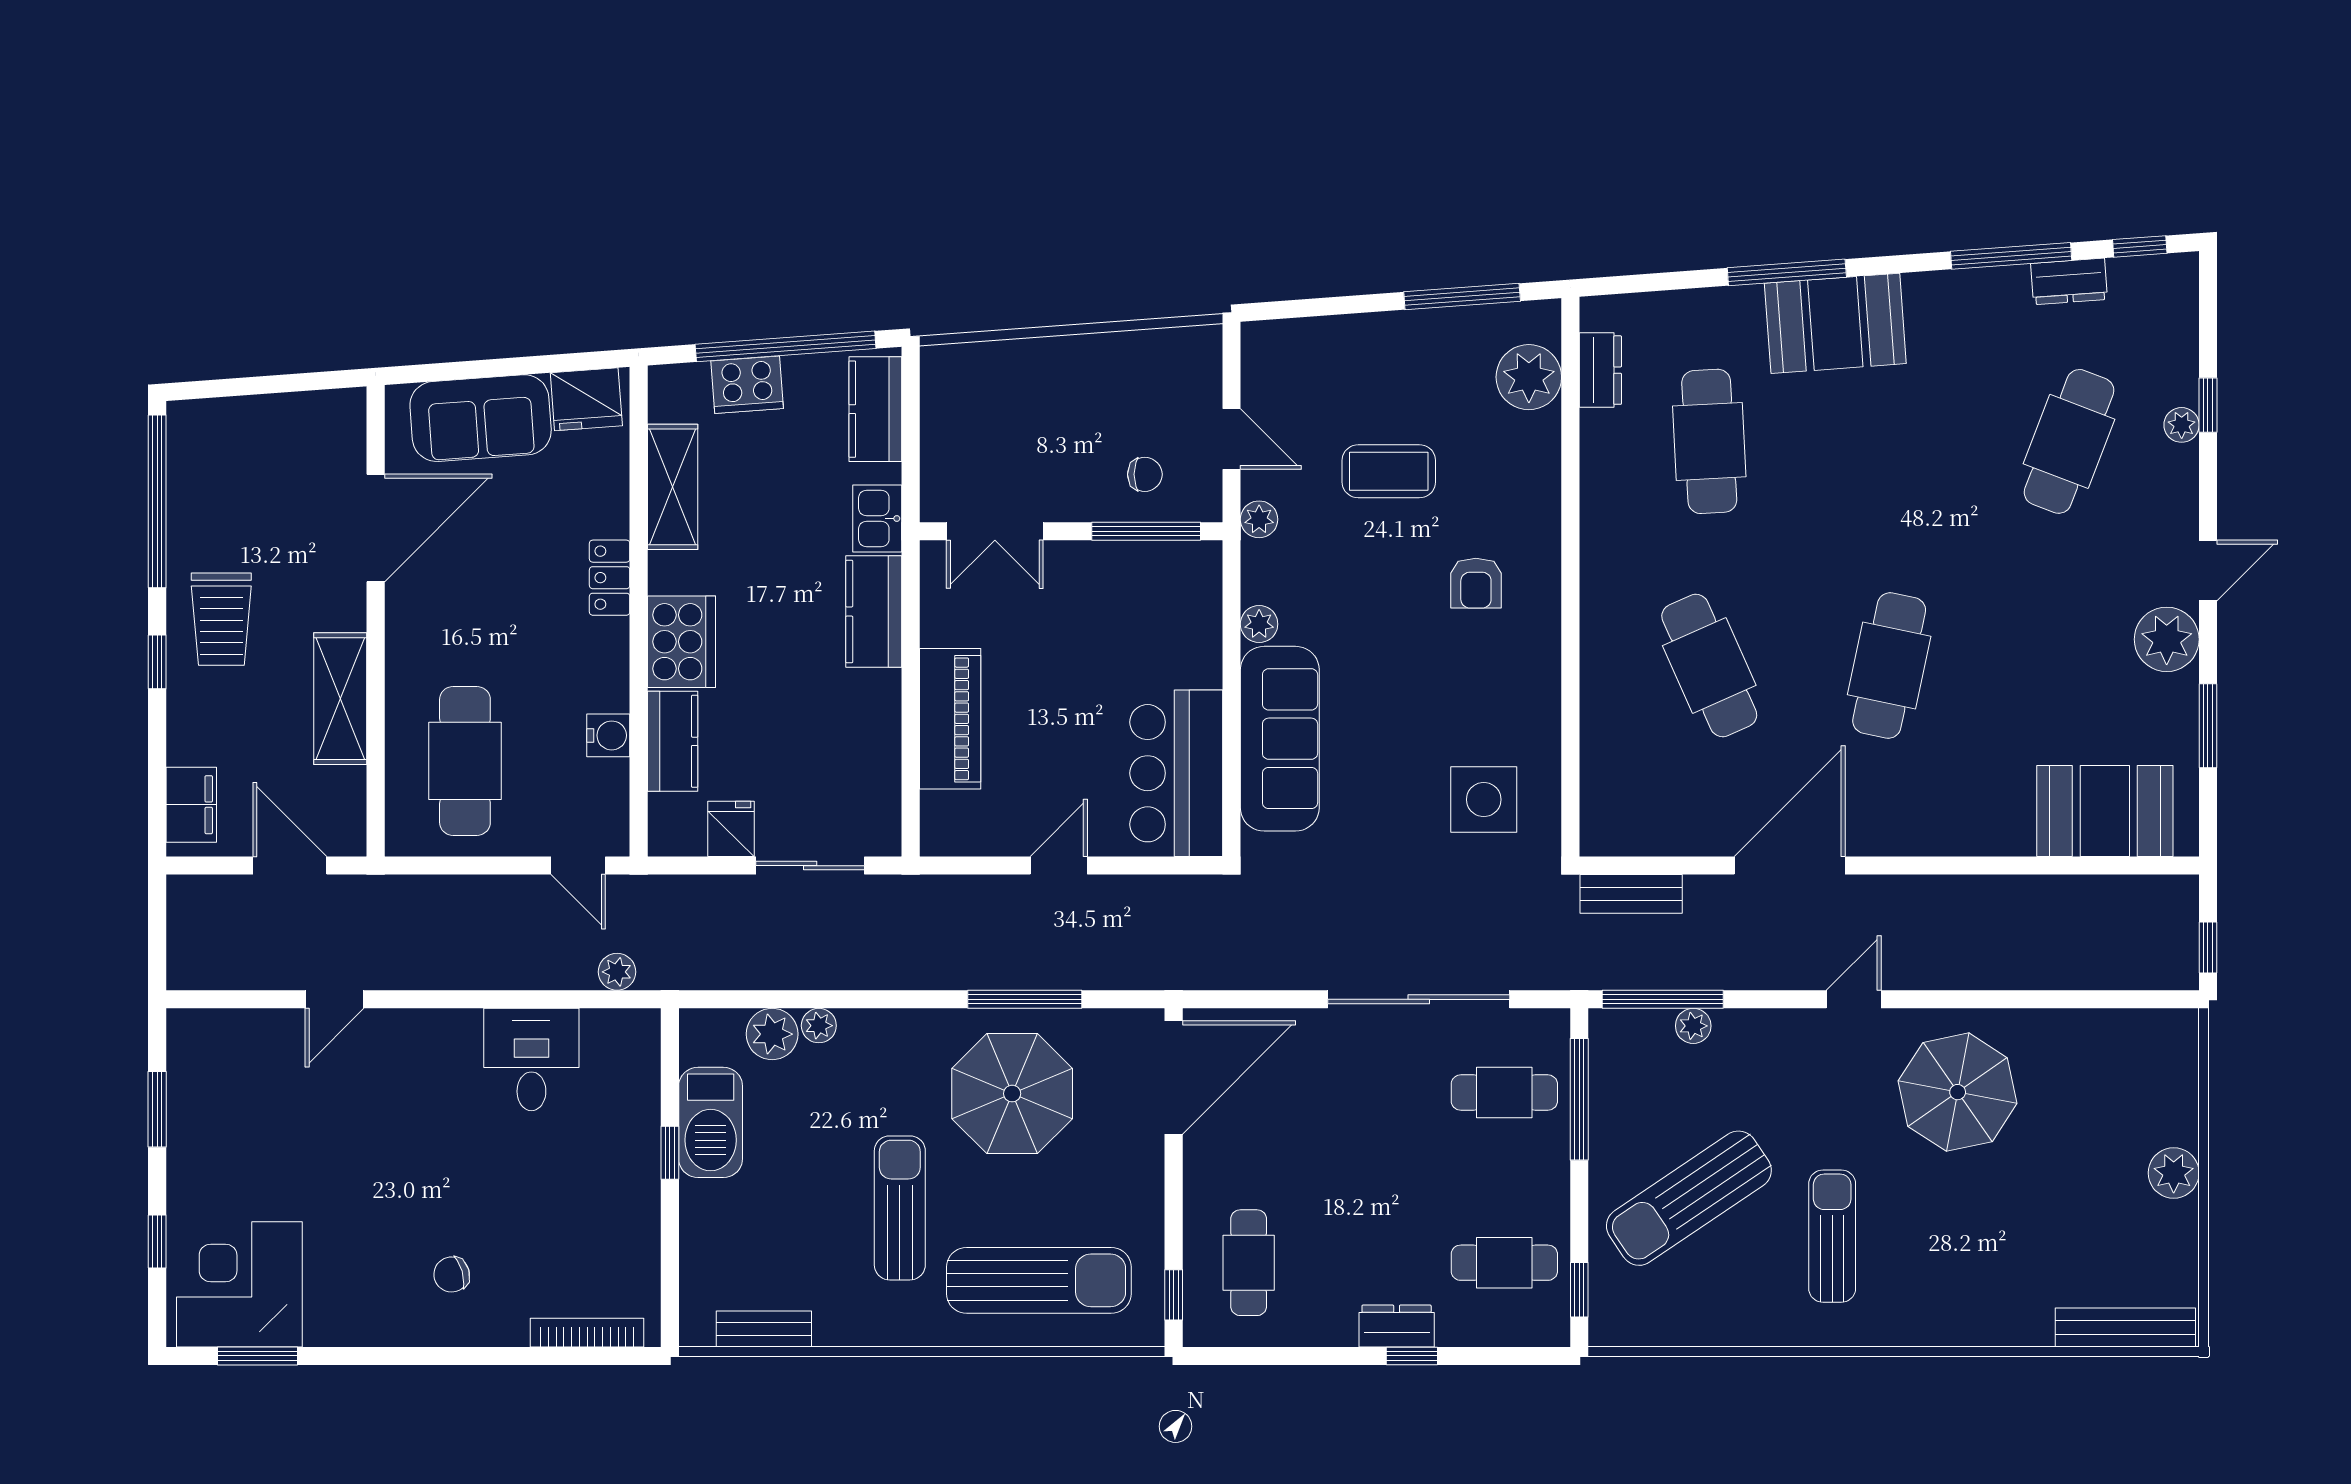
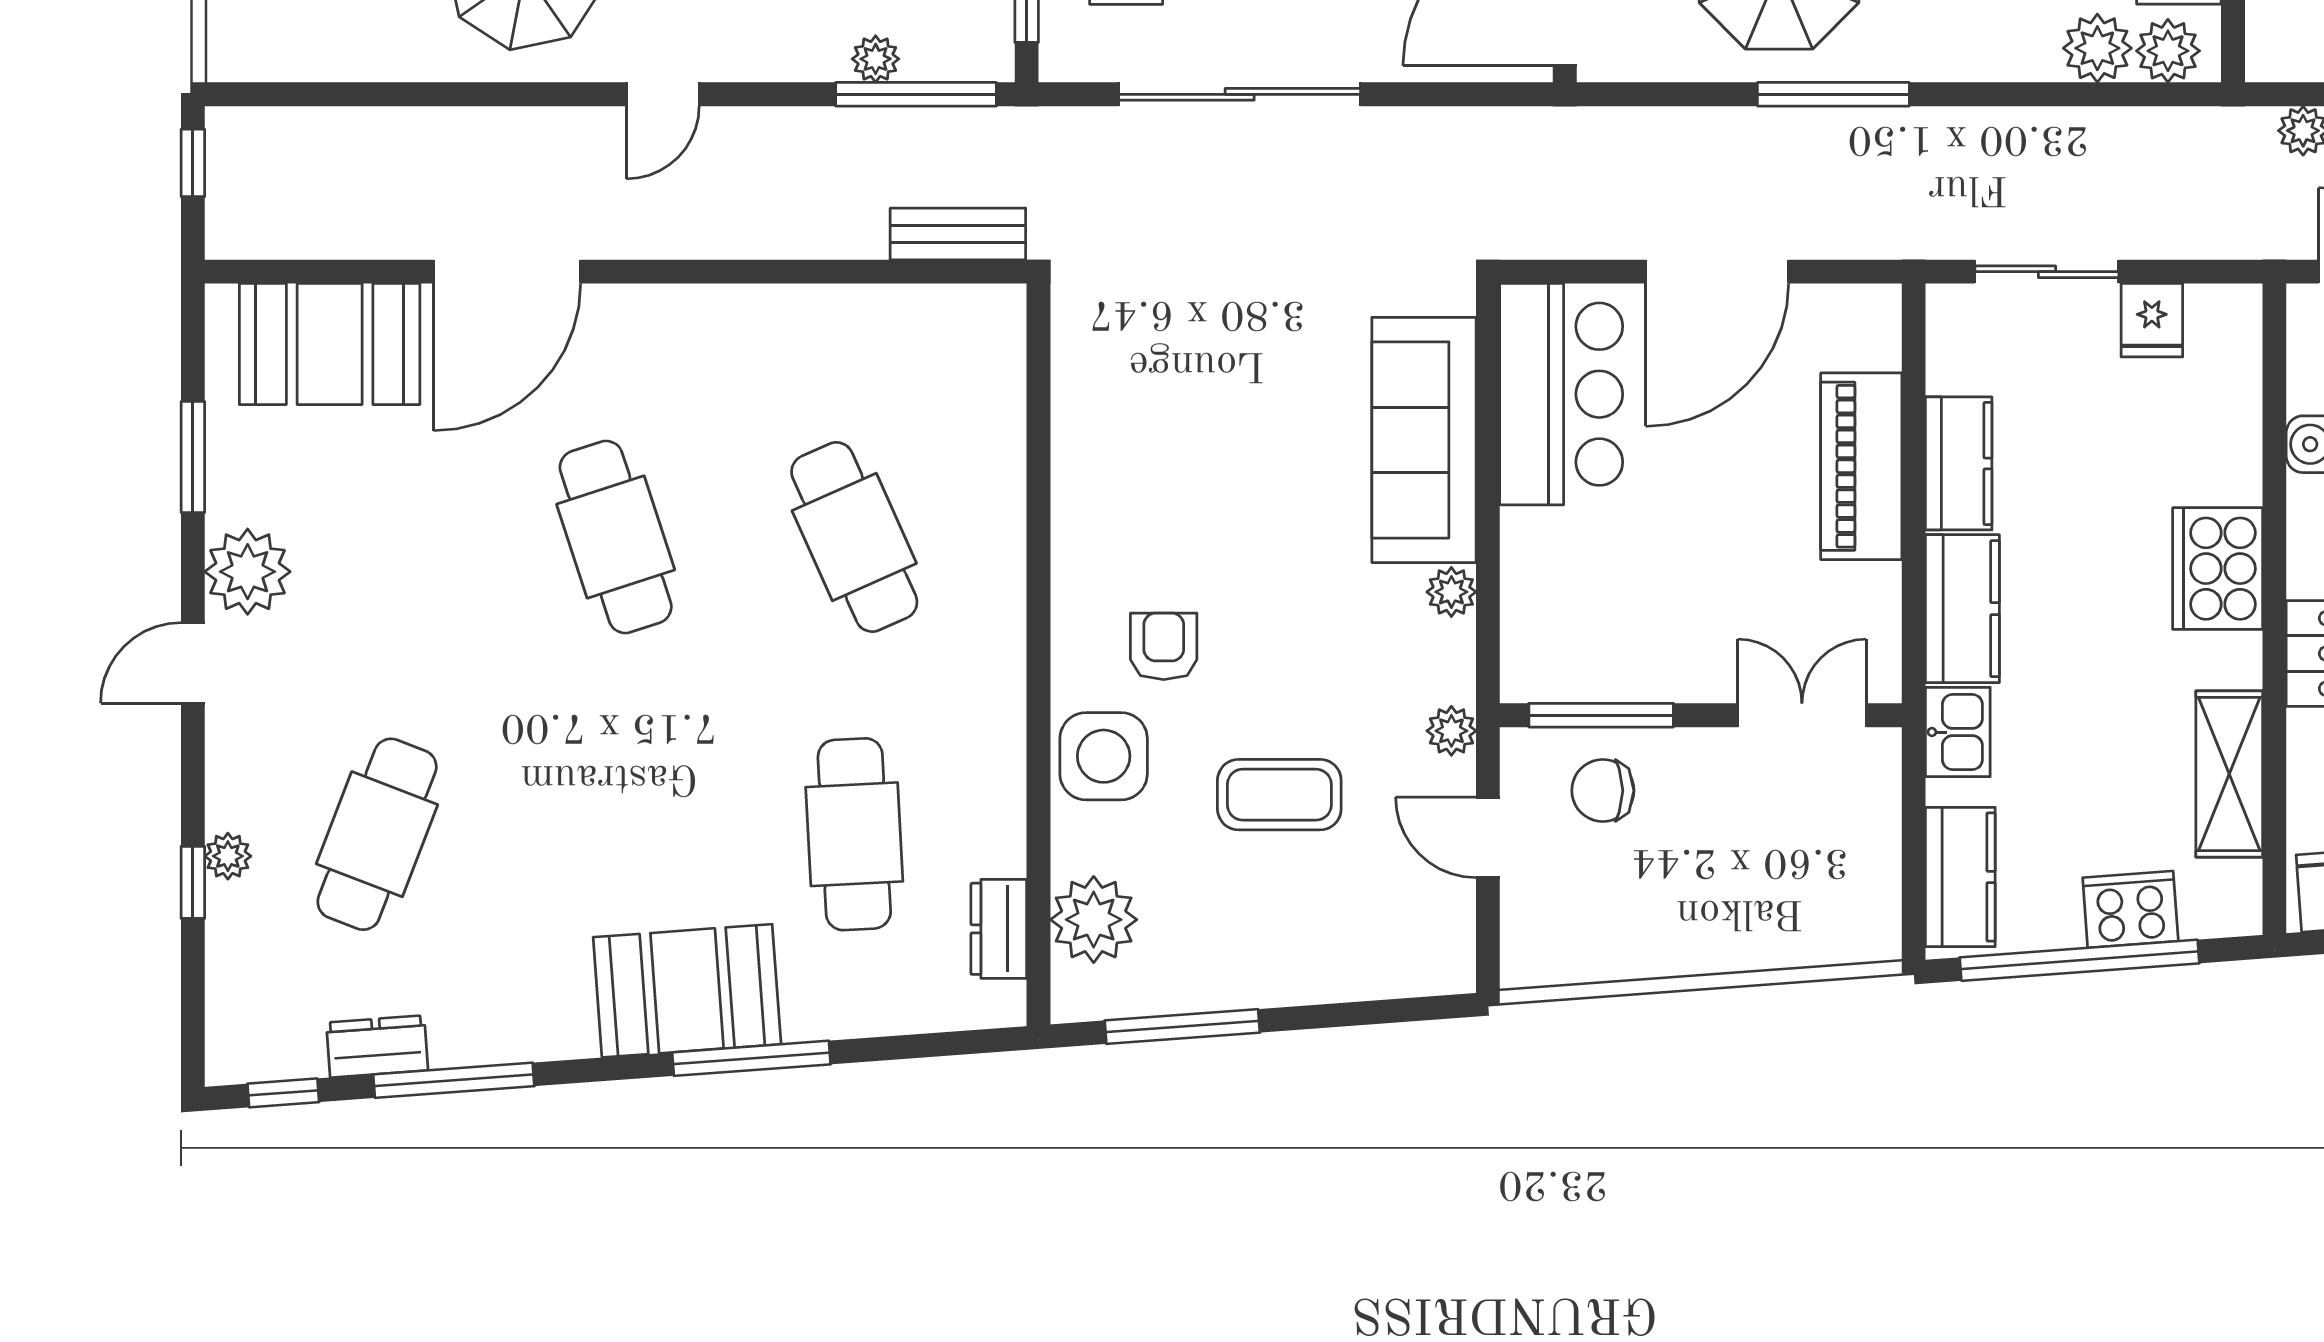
chair: (1145, 474) -> (1603, 791), width x1.37, depth x1.37
cafe table: (1889, 666) -> (616, 537), turned -30
kitchen counter: (673, 741) -> (1959, 463), moved, turned 180
side table: (1484, 800) -> (1104, 756), moved
door: (1059, 866) -> (1717, 272), width x1.88
door: (1790, 866) -> (507, 272), moved
window: (1025, 999) -> (1833, 94), moved
plant: (819, 1026) -> (2168, 51), moved, width x1.38, depth x1.38

